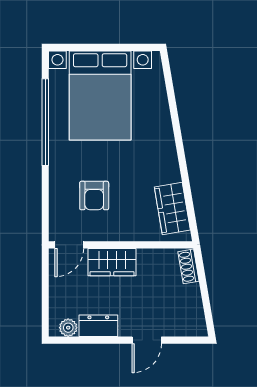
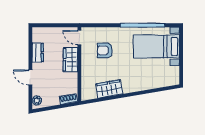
bed with nightstands: (100, 96) -> (156, 46), width x0.73
wardrobe: (172, 208) -> (109, 89), moved
plant: (68, 328) -> (37, 101), moved

